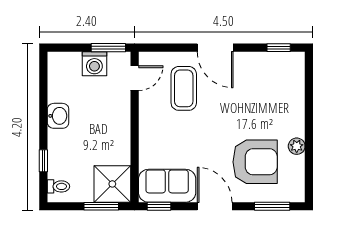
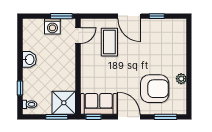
window: (279, 48) -> (157, 16), moved

